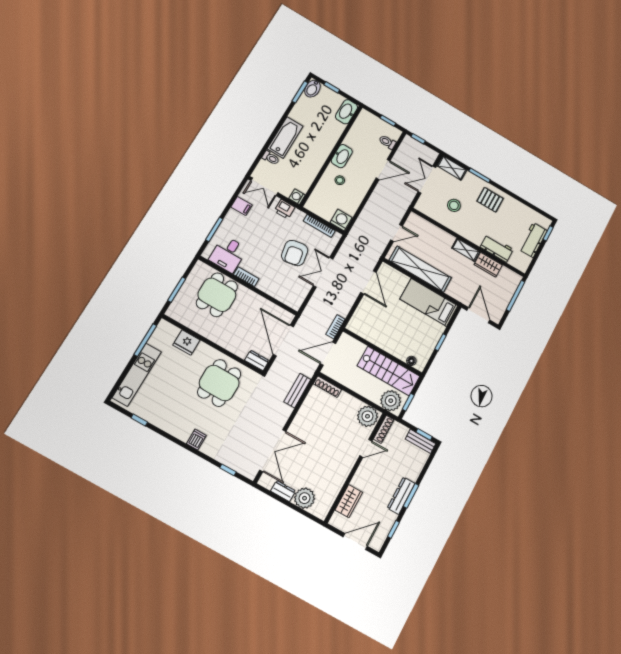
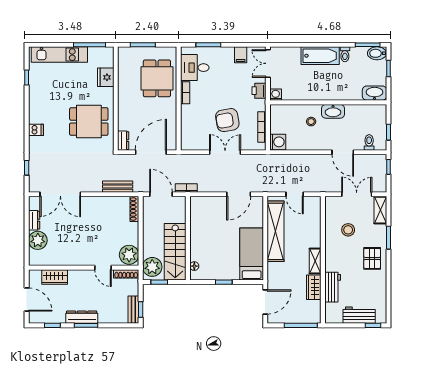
toilet: (271, 158) -> (345, 54), moved
dining table: (217, 295) -> (157, 78), turned 90

